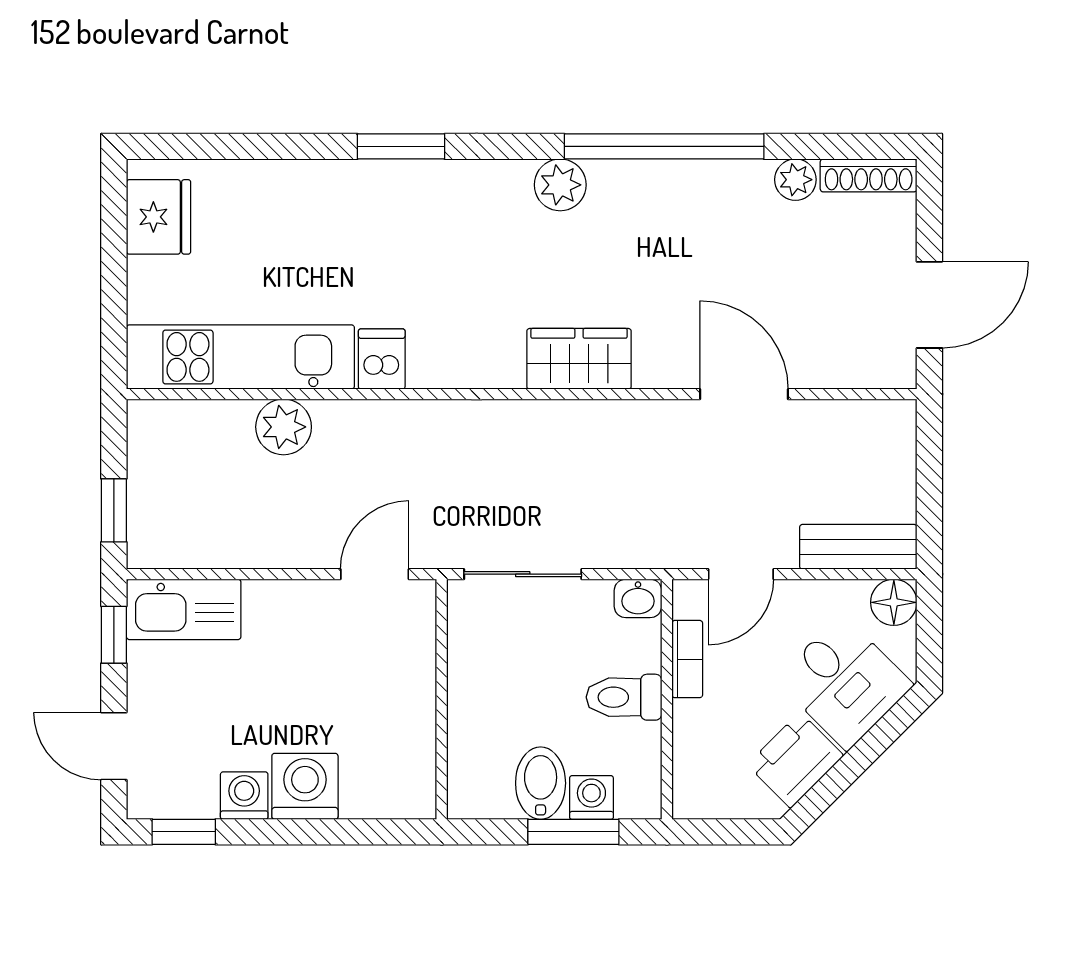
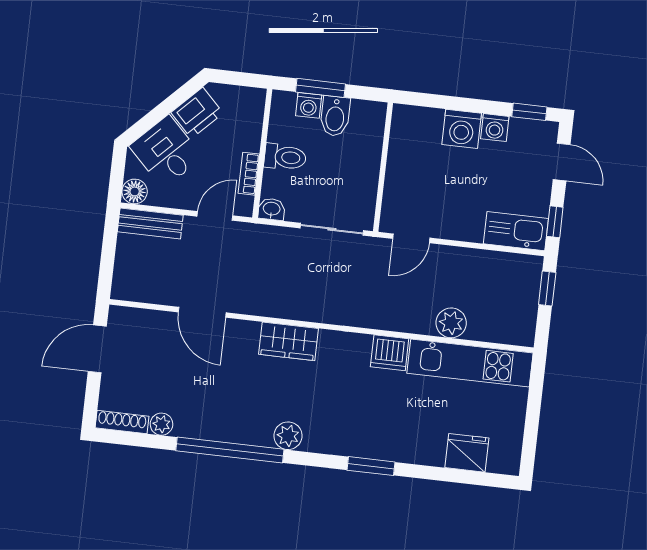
fridge: (159, 217) -> (467, 453), moved, turned 90
dishwasher: (382, 359) -> (390, 353), width x1.38

